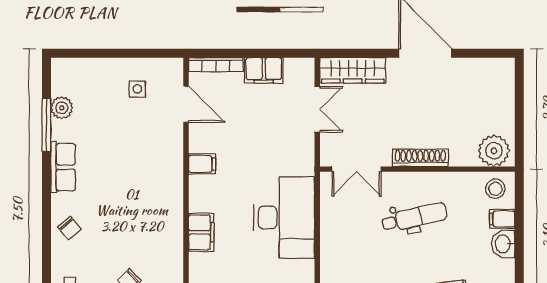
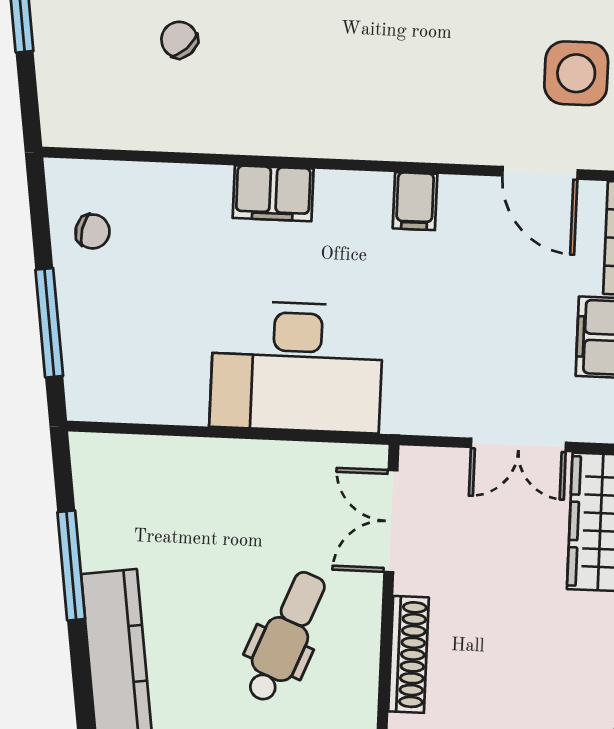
side table: (137, 89) -> (576, 73), width x1.87, depth x1.87
door: (186, 104) -> (540, 173), hinge flipped
dental chair: (414, 217) -> (286, 637), turned -145

